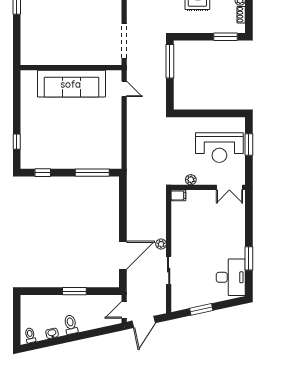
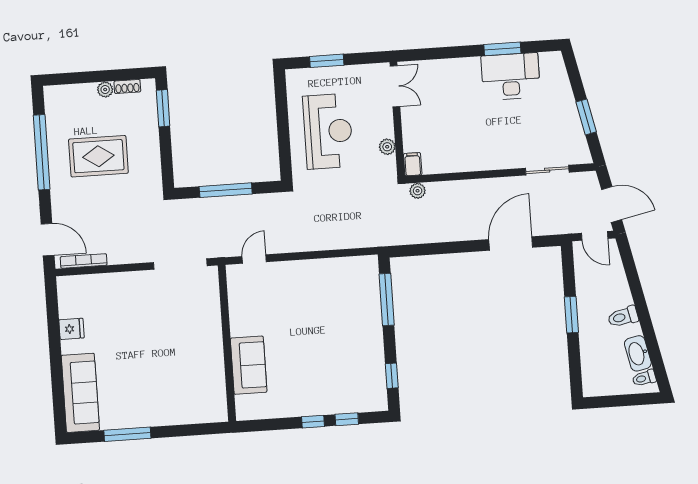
window: (170, 61) -> (226, 190), moved
sofa: (71, 84) -> (249, 365), width x0.54, depth x0.79
window: (17, 120) -> (313, 422), added
reception desk: (219, 148) -> (328, 131), moved
plant: (161, 244) -> (418, 191), moved
door: (123, 255) -> (511, 243), hinge flipped
sliding door: (169, 270) -> (547, 170), moved
desk: (231, 277) -> (511, 76), moved
washbasin: (52, 333) -> (638, 353), width x1.91, depth x1.45

